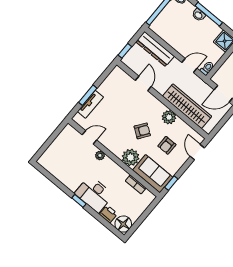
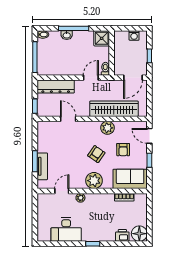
plant: (131, 157) -> (94, 181), moved
window: (171, 183) -> (149, 160), moved
desk: (94, 194) -> (66, 230), moved

